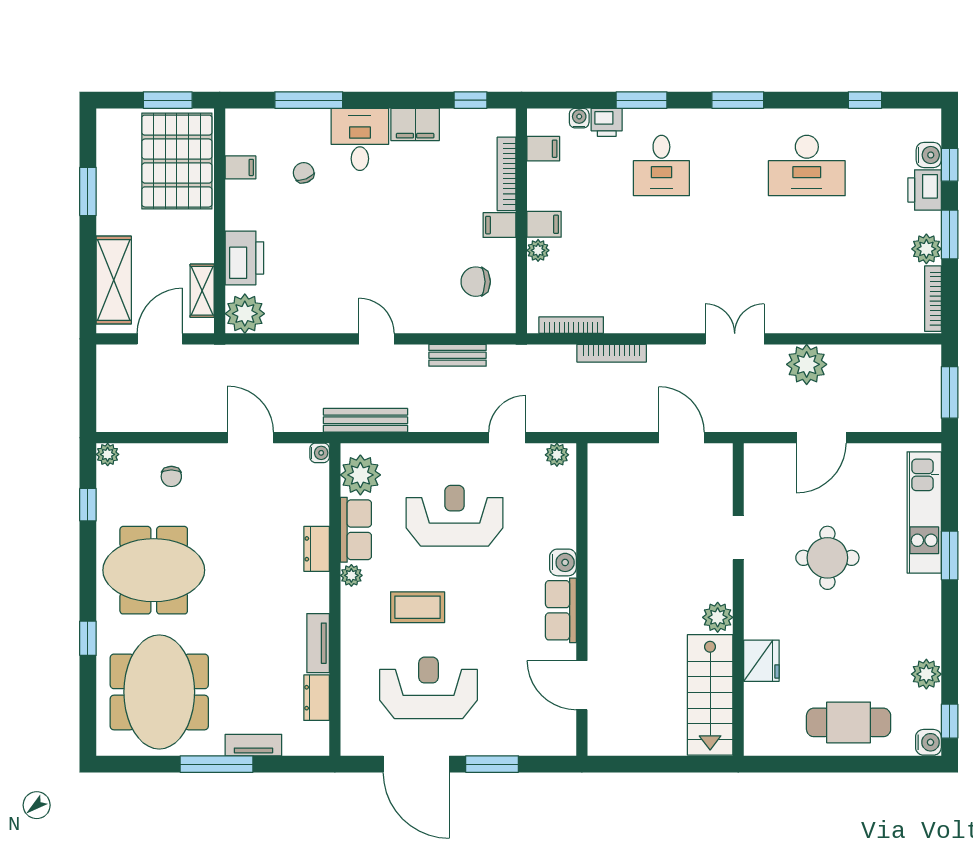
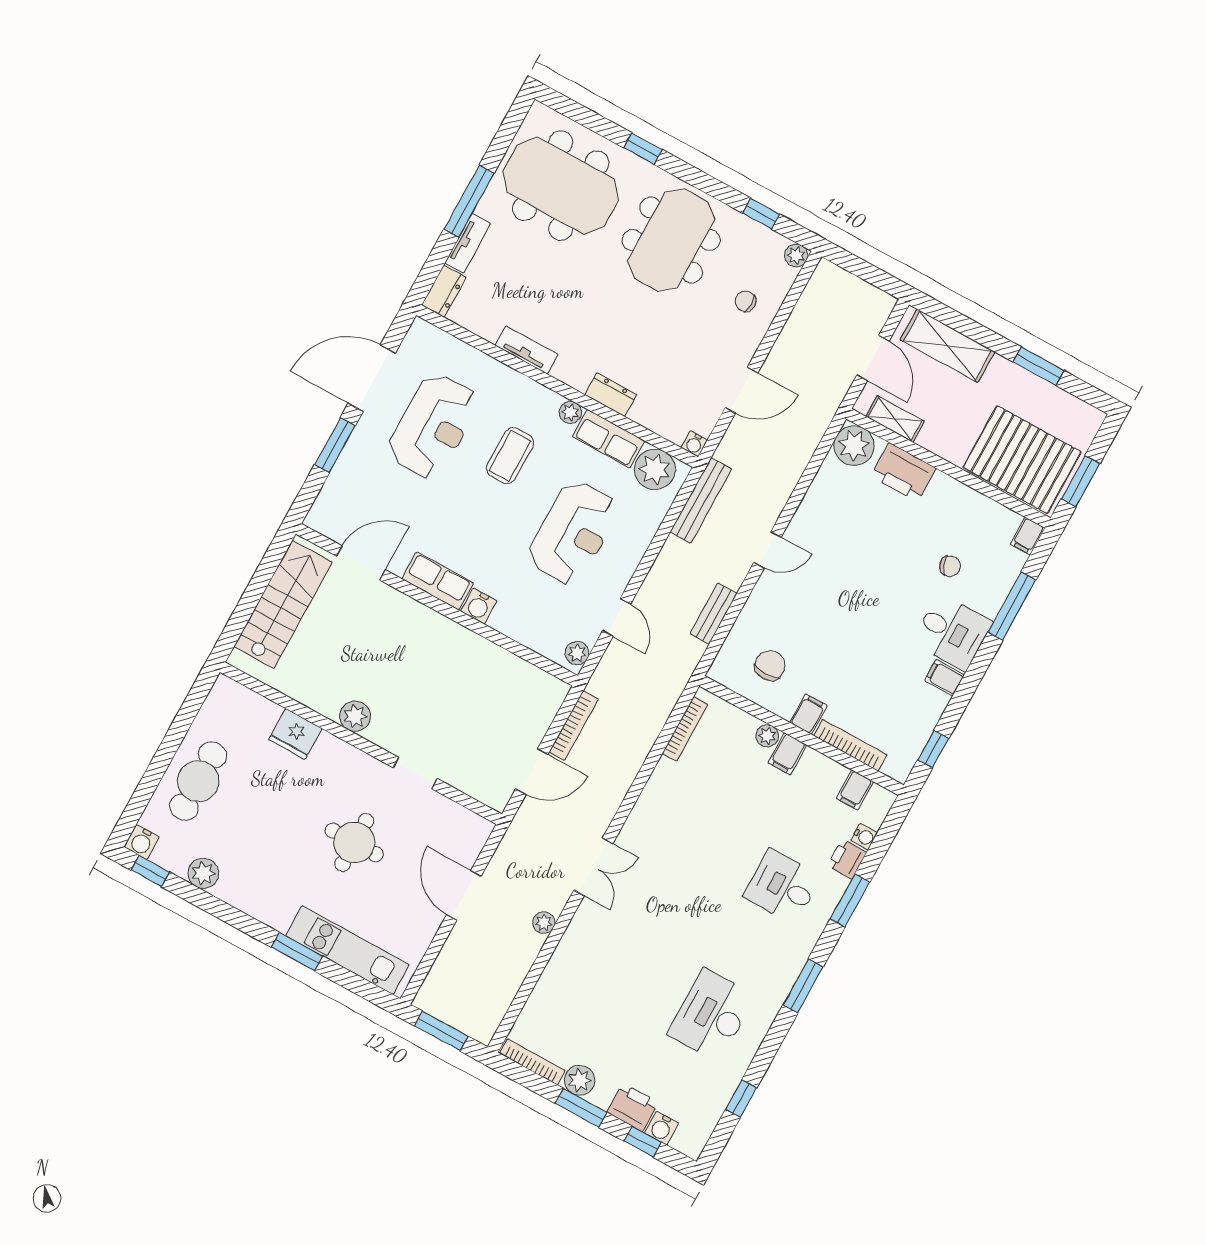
filing cabinet: (415, 124) -> (944, 678), width x0.50
filing cabinet: (240, 167) -> (1028, 536), moved
bookcase: (612, 353) -> (574, 726), moved, turned 180
plant: (807, 364) -> (544, 923), width x0.53, depth x0.53
stairs: (710, 695) -> (283, 604), moved, turned 90
dresser: (317, 698) -> (444, 291), moved, turned 90

